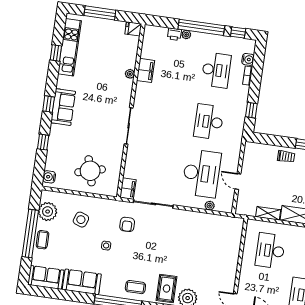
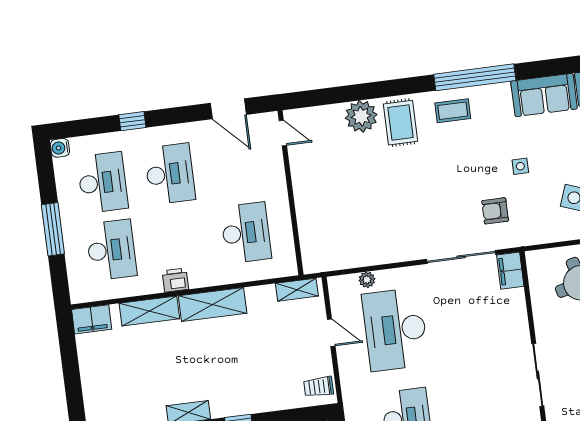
trolley: (286, 157) -> (319, 387), moved
shelving: (268, 213) -> (297, 290), moved
armchair: (127, 224) -> (495, 211), turned -90

